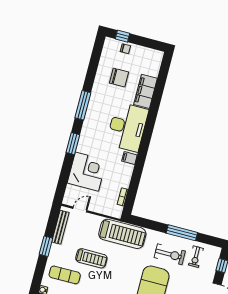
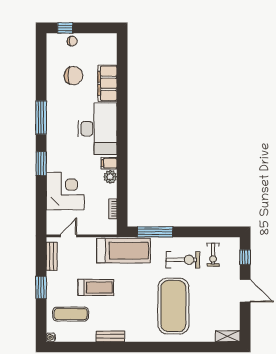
plant: (127, 170) -> (110, 177), added
bench: (60, 227) -> (52, 256), width x0.73
window: (182, 233) -> (155, 232), moved

